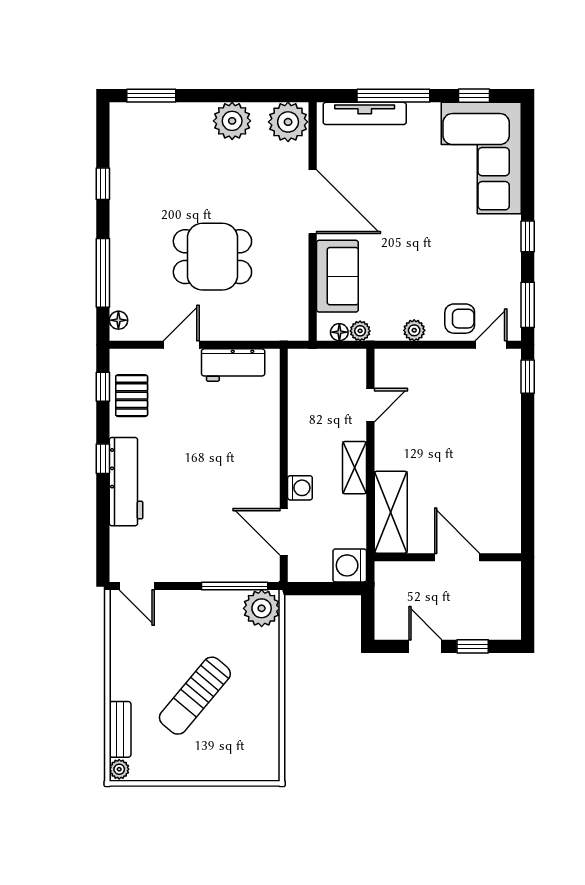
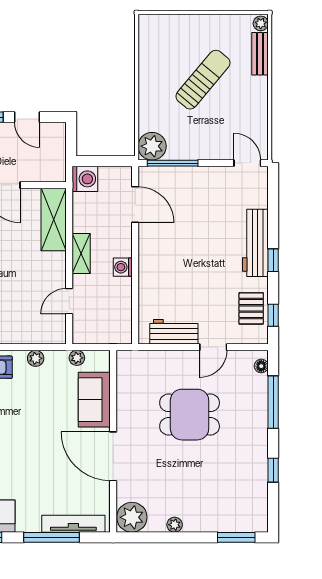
plant: (232, 121) -> (175, 525), width x0.53, depth x0.53
floor lamp: (339, 332) -> (93, 357), removed
washing machine: (300, 488) -> (123, 267), moved

